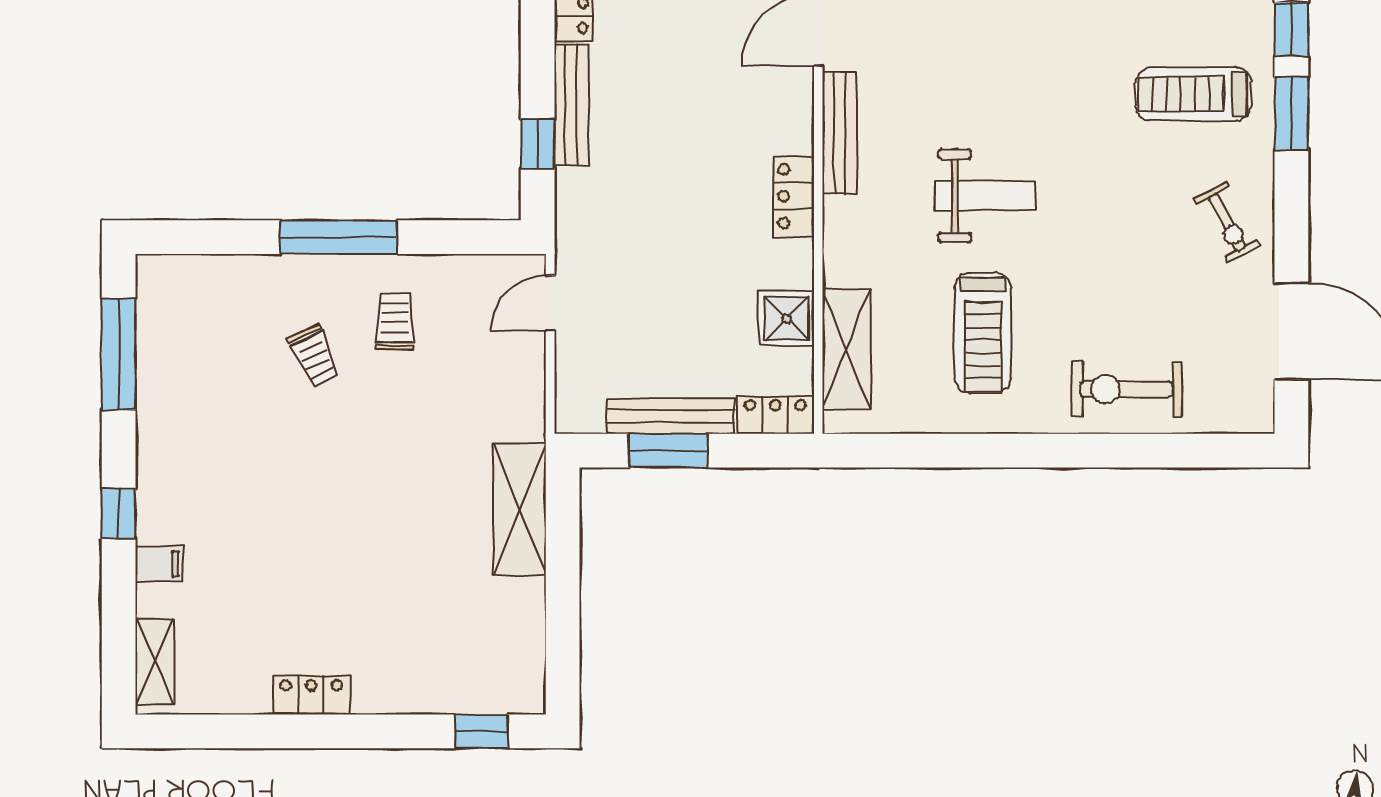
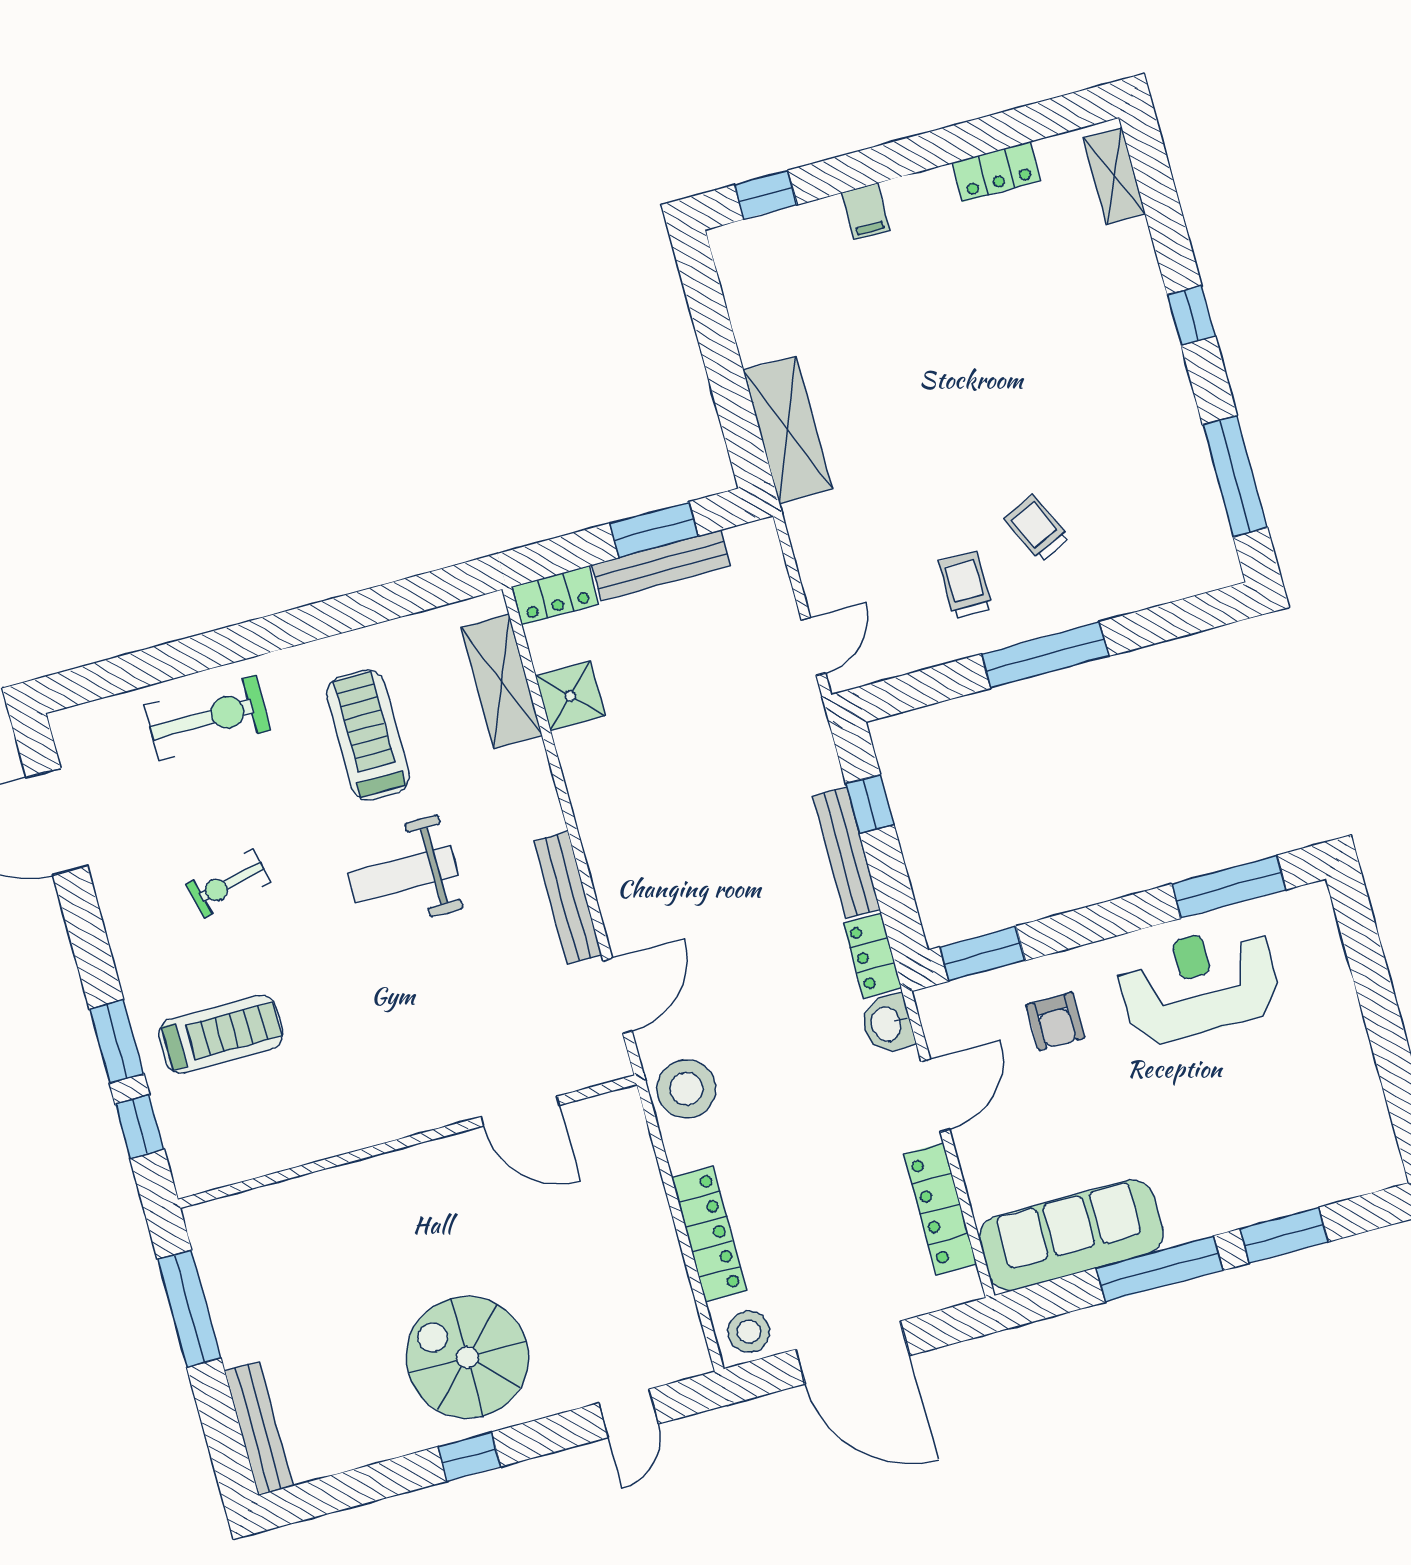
locker: (794, 196) -> (597, 821), removed
exercise bike: (1227, 222) -> (228, 883), moved, turned -75
trolley: (395, 322) -> (965, 585), turned 180
filing cabinet: (159, 564) -> (866, 211), moved, turned -90
locker: (311, 695) -> (996, 172), moved

